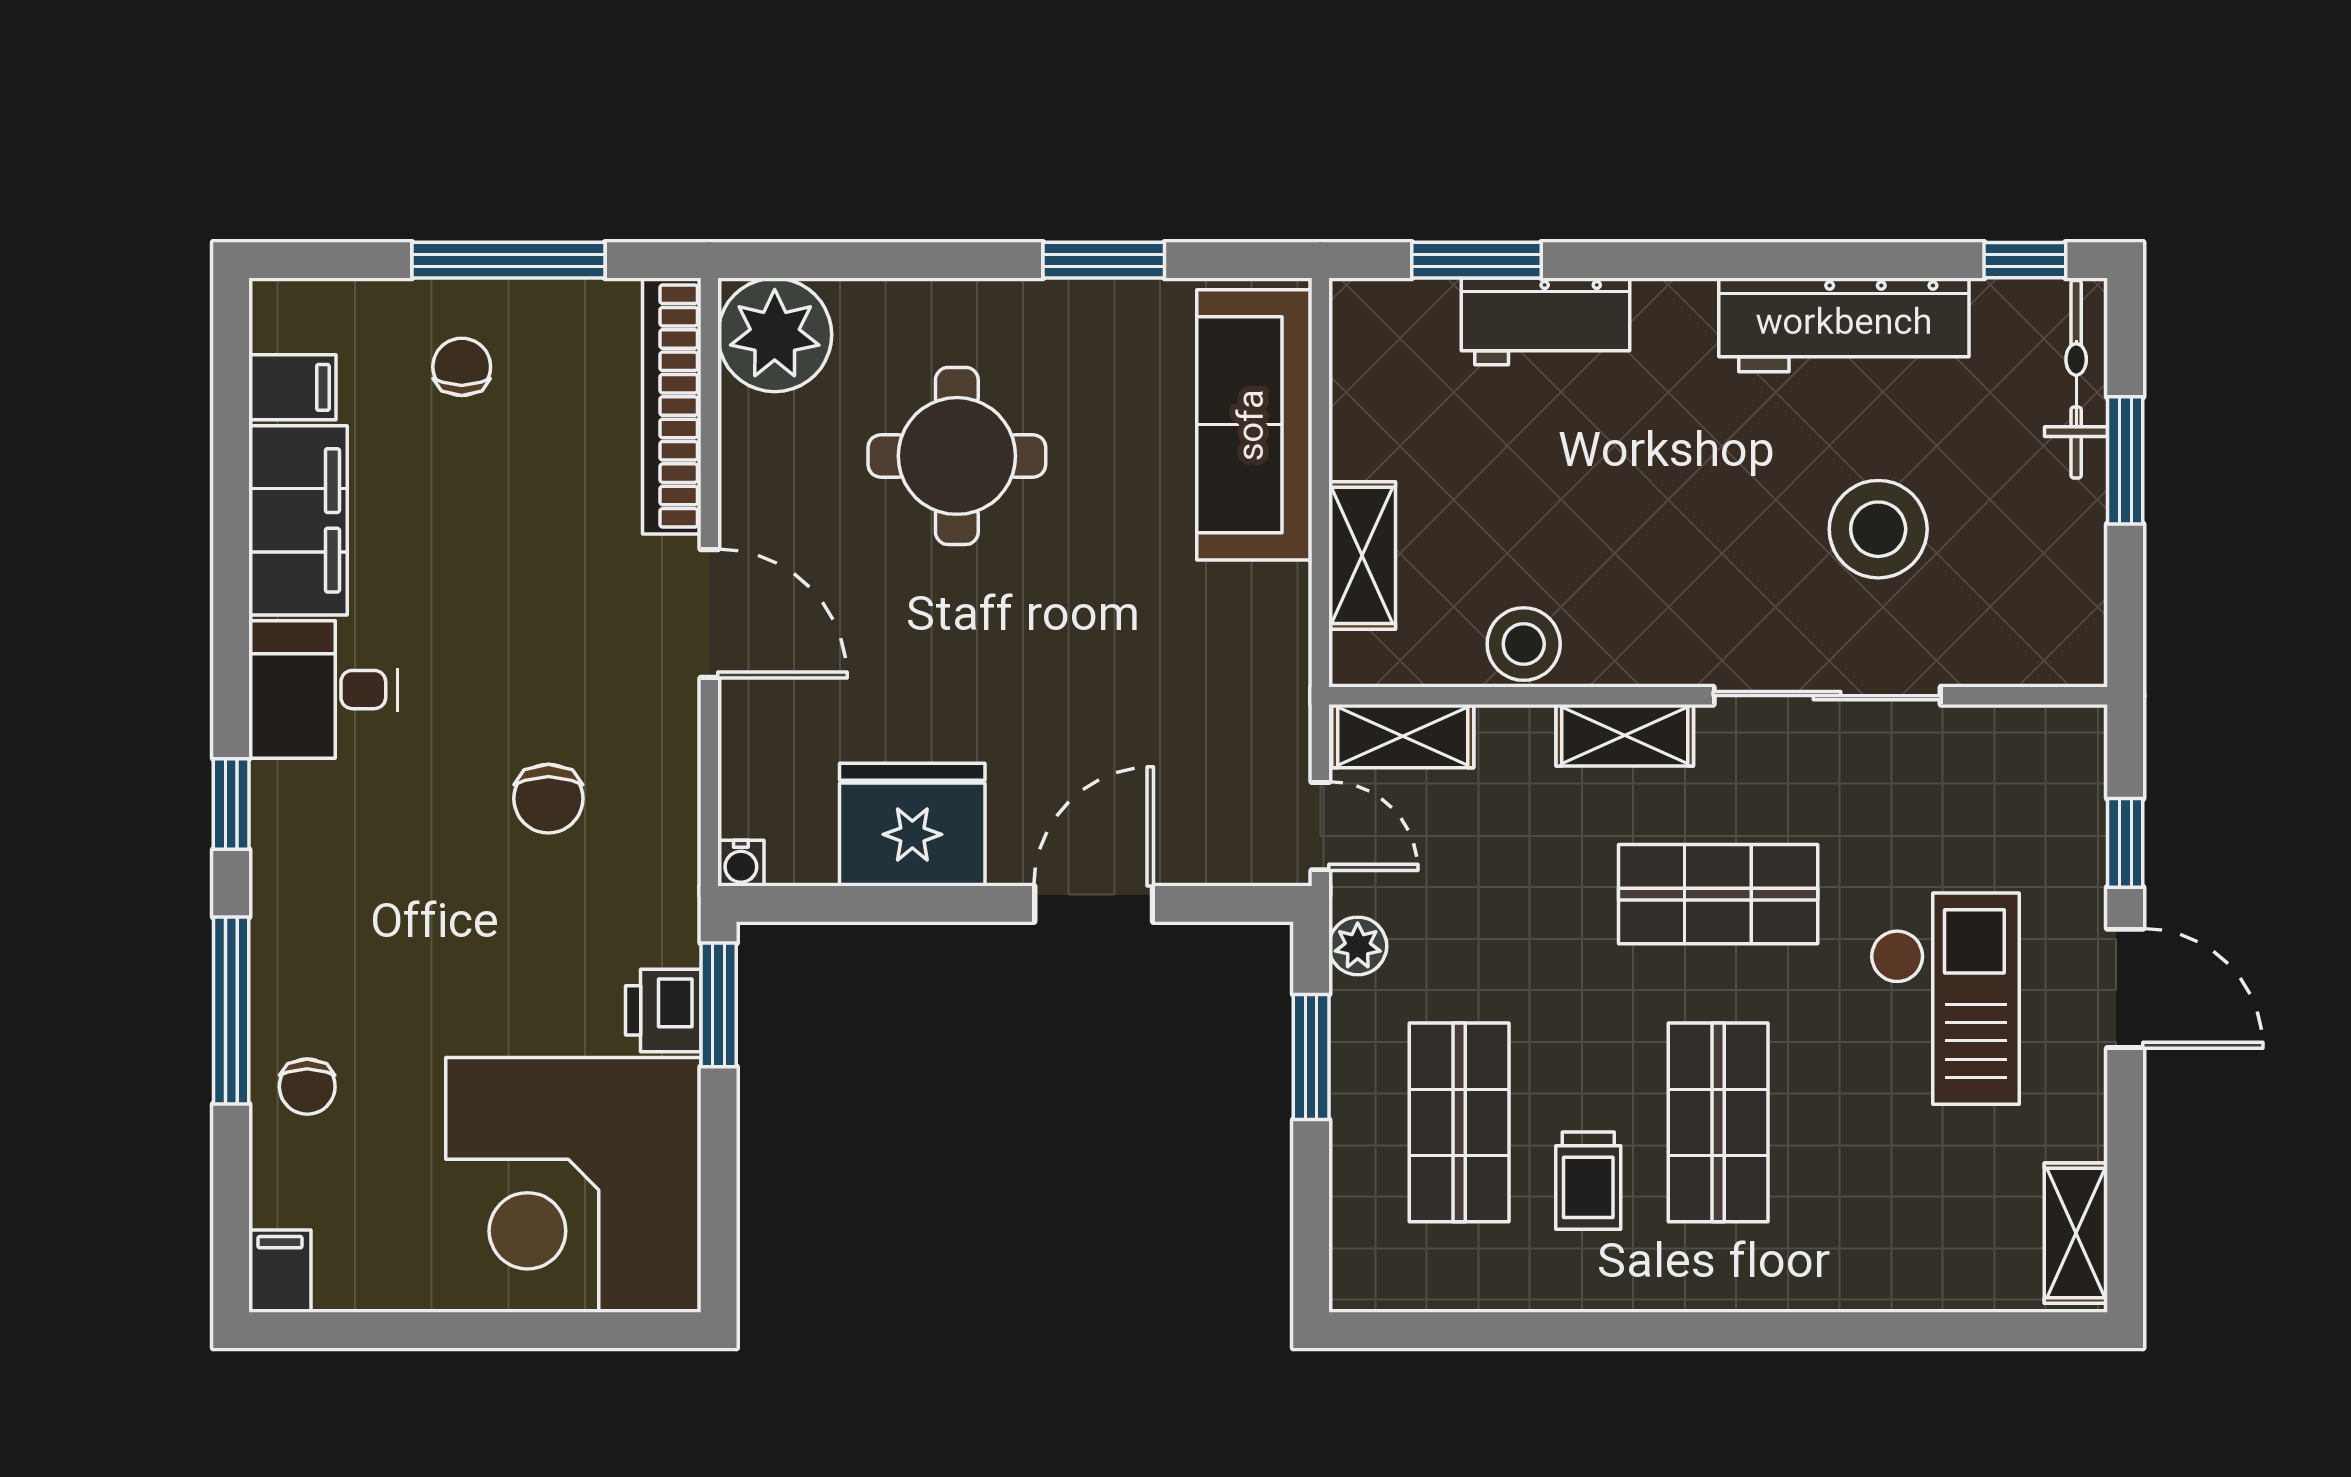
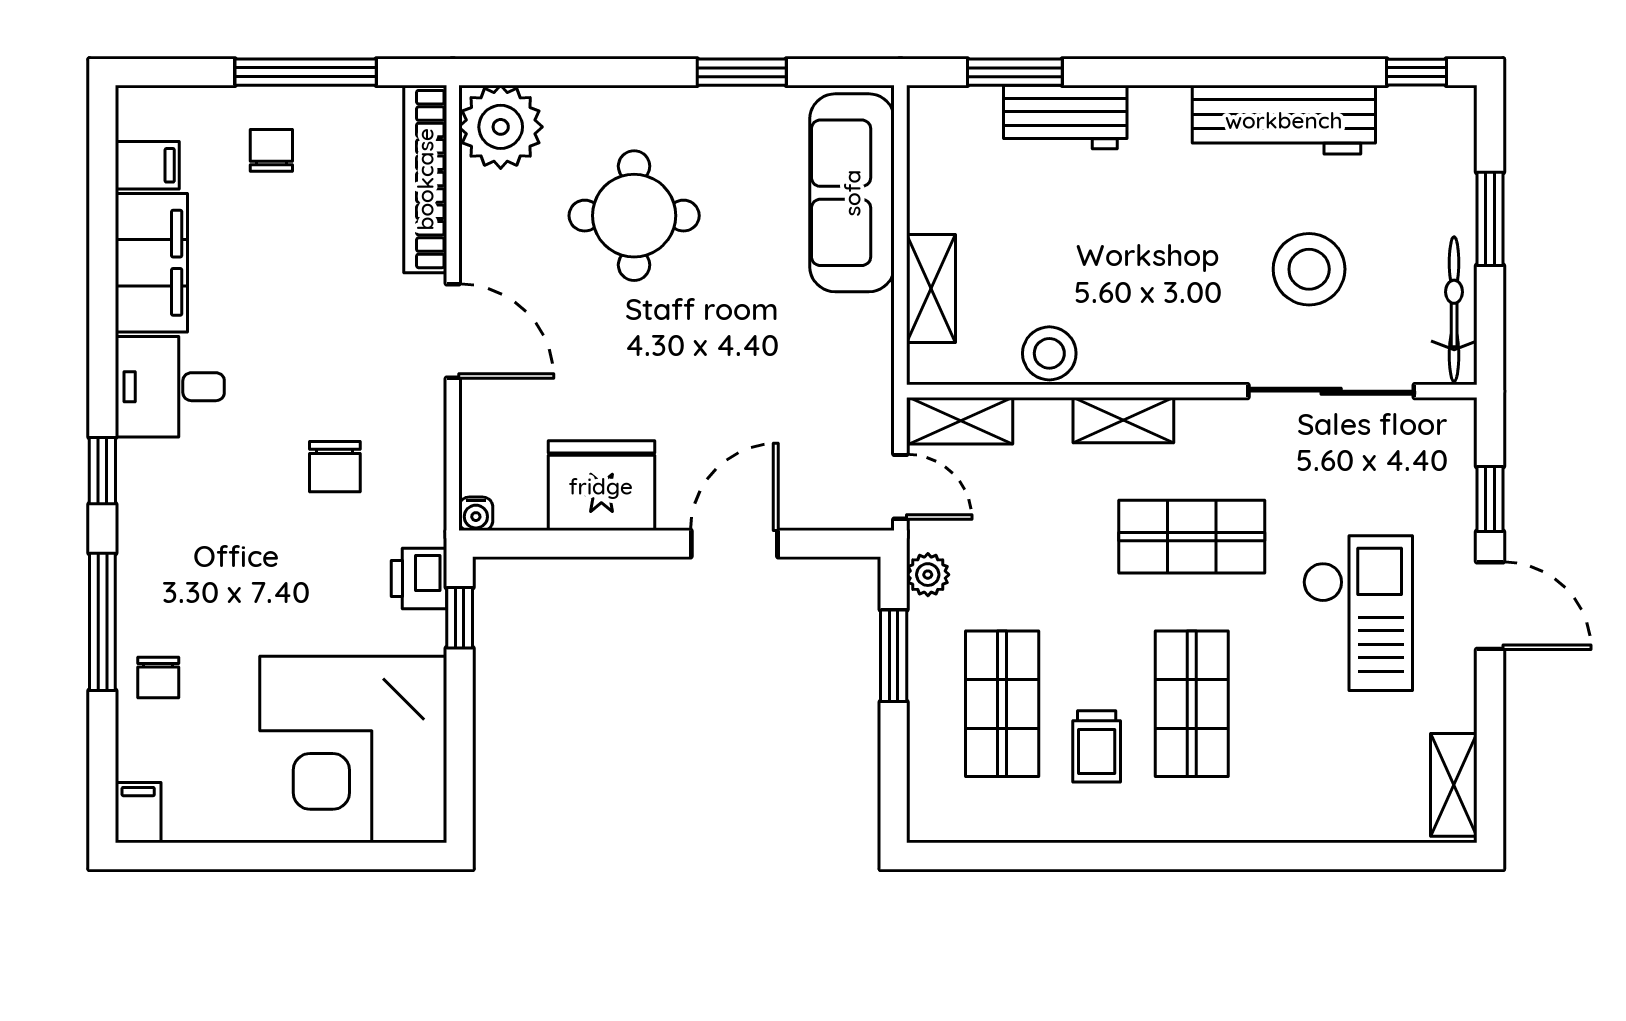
bicycle: (2076, 379) -> (1454, 309), moved
sliding door: (1827, 696) -> (1331, 391), moved
window: (719, 1005) -> (460, 618), width x0.67
printer: (663, 1010) -> (419, 578), moved

